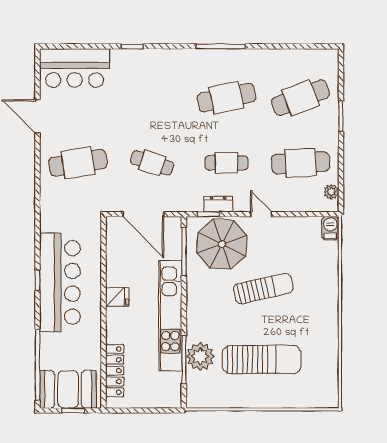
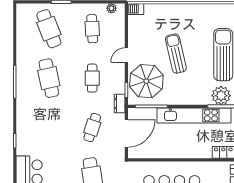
cafe table: (301, 163) -> (92, 29), width x0.73, depth x0.74
dresser: (218, 204) -> (120, 103), moved
fridge: (117, 297) -> (182, 151), removed

